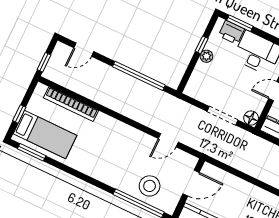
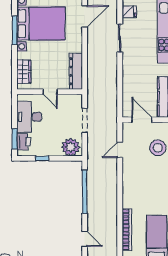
plant: (206, 56) -> (71, 147), moved, width x1.87, depth x1.87
floor lamp: (251, 118) -> (77, 100), removed
door: (168, 140) -> (120, 150), swing flipped

